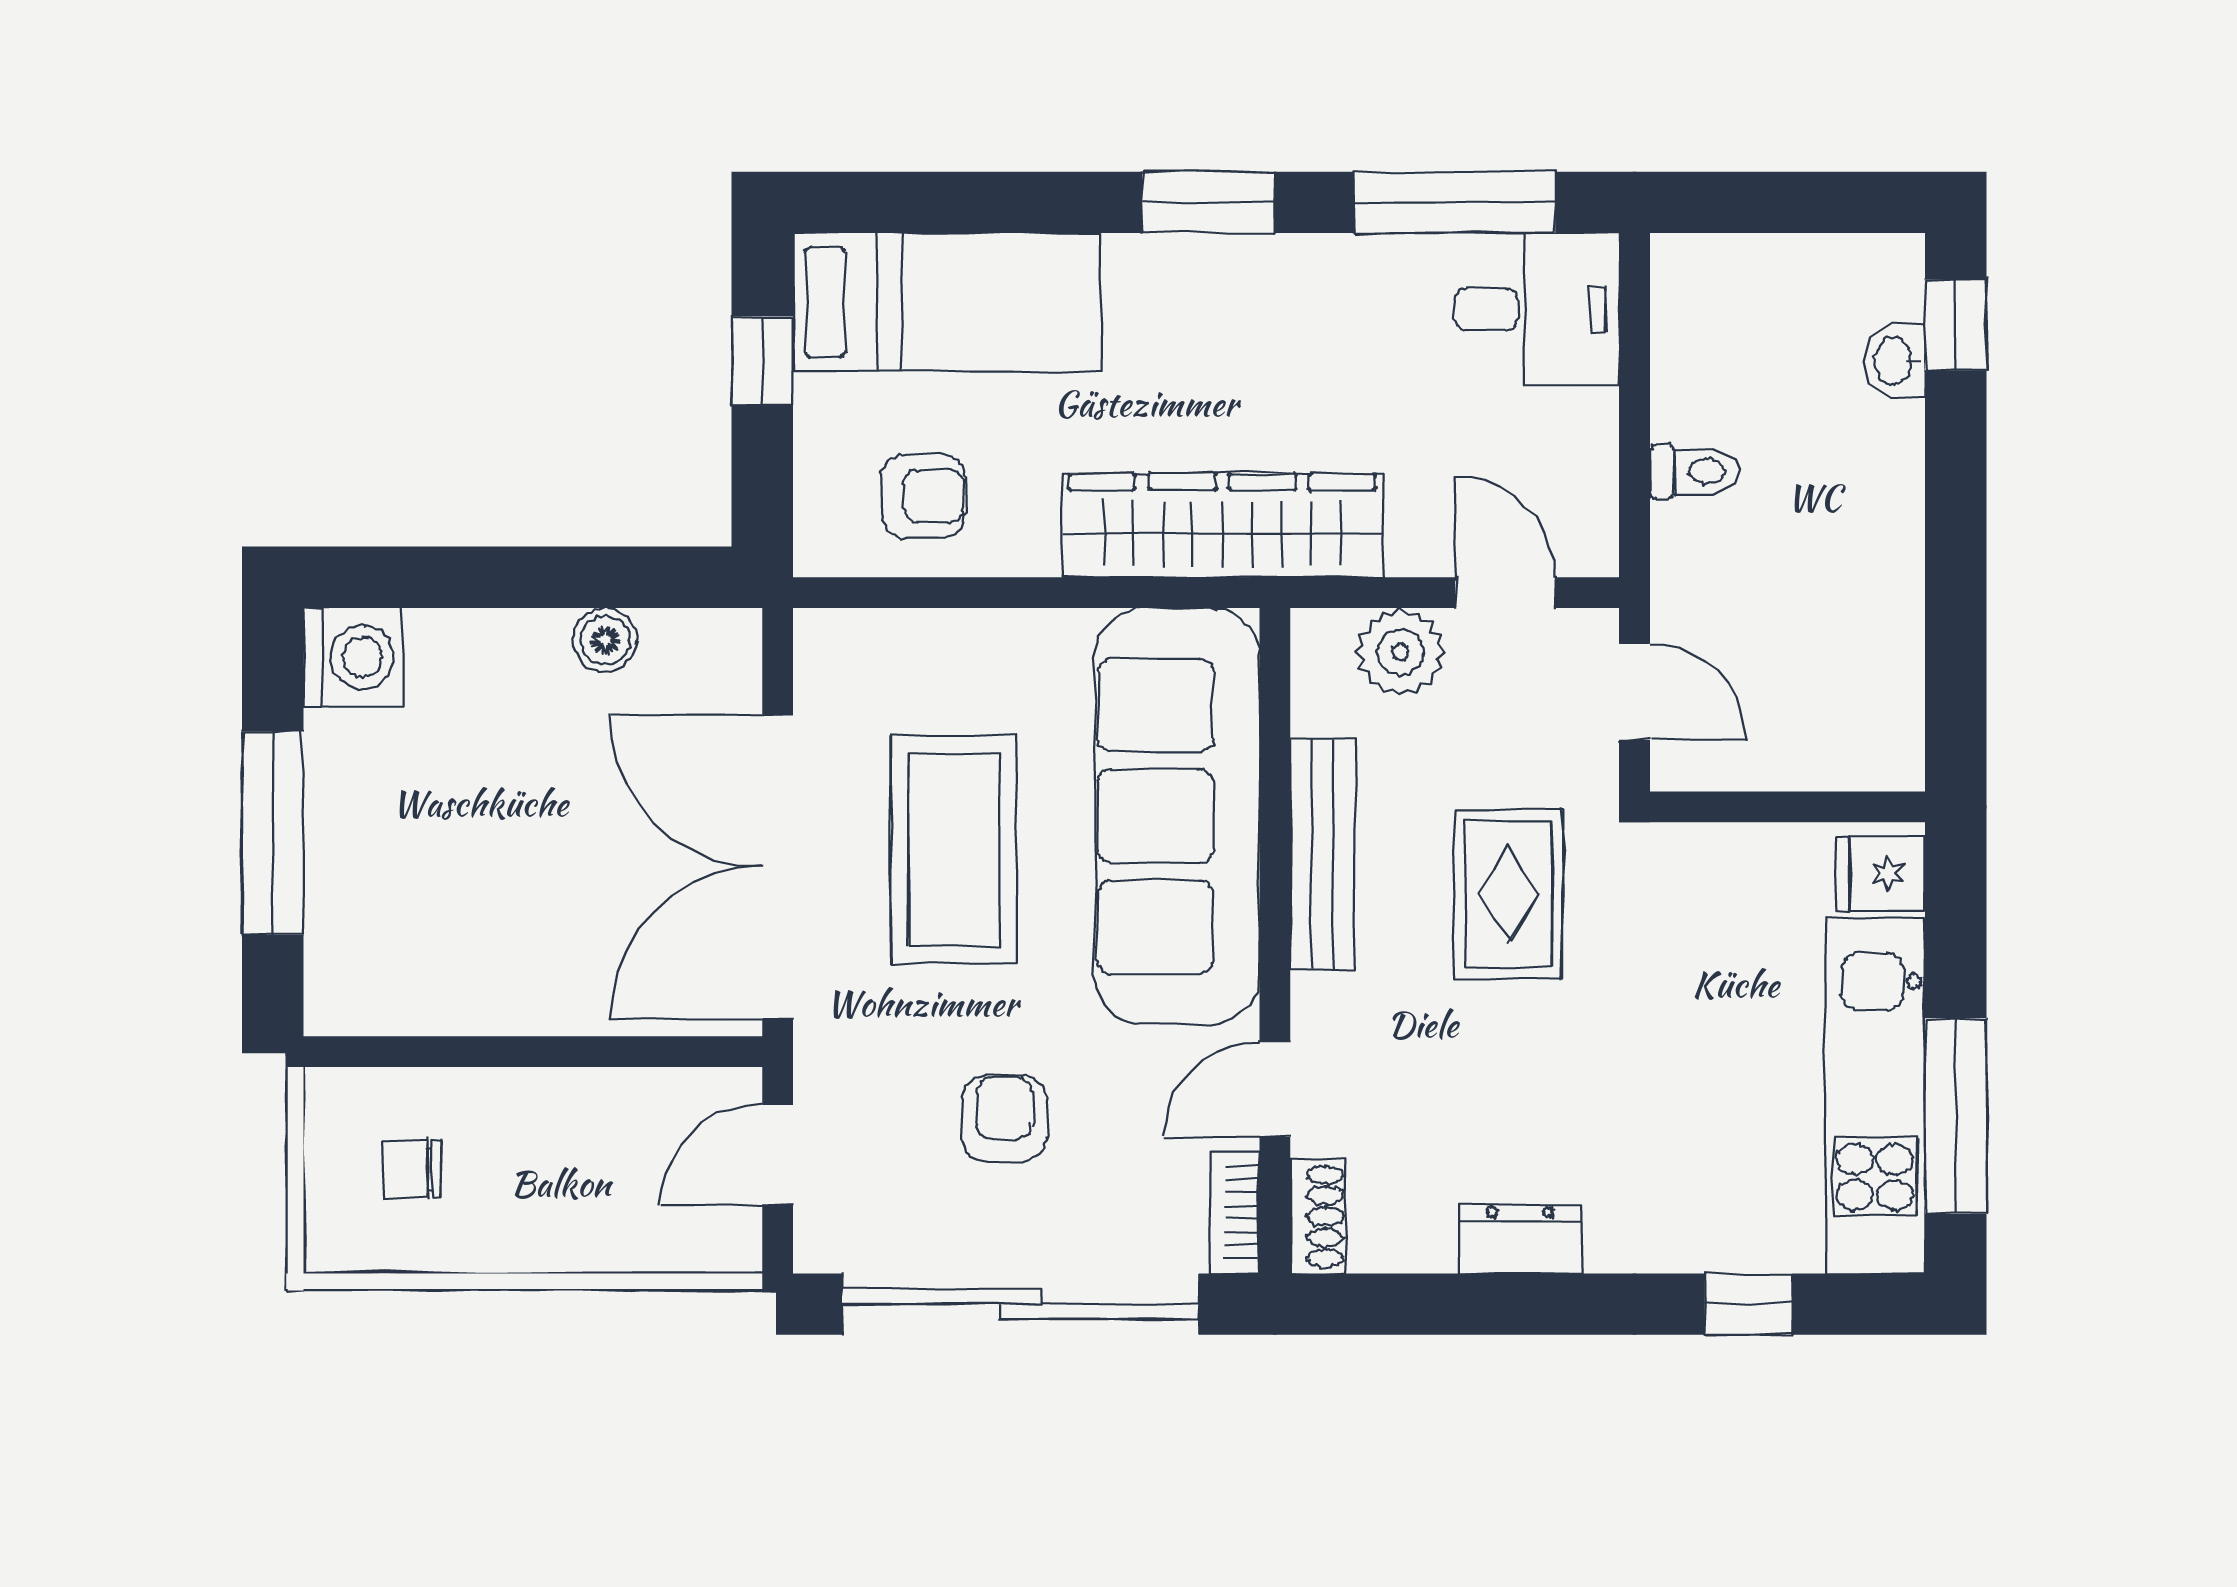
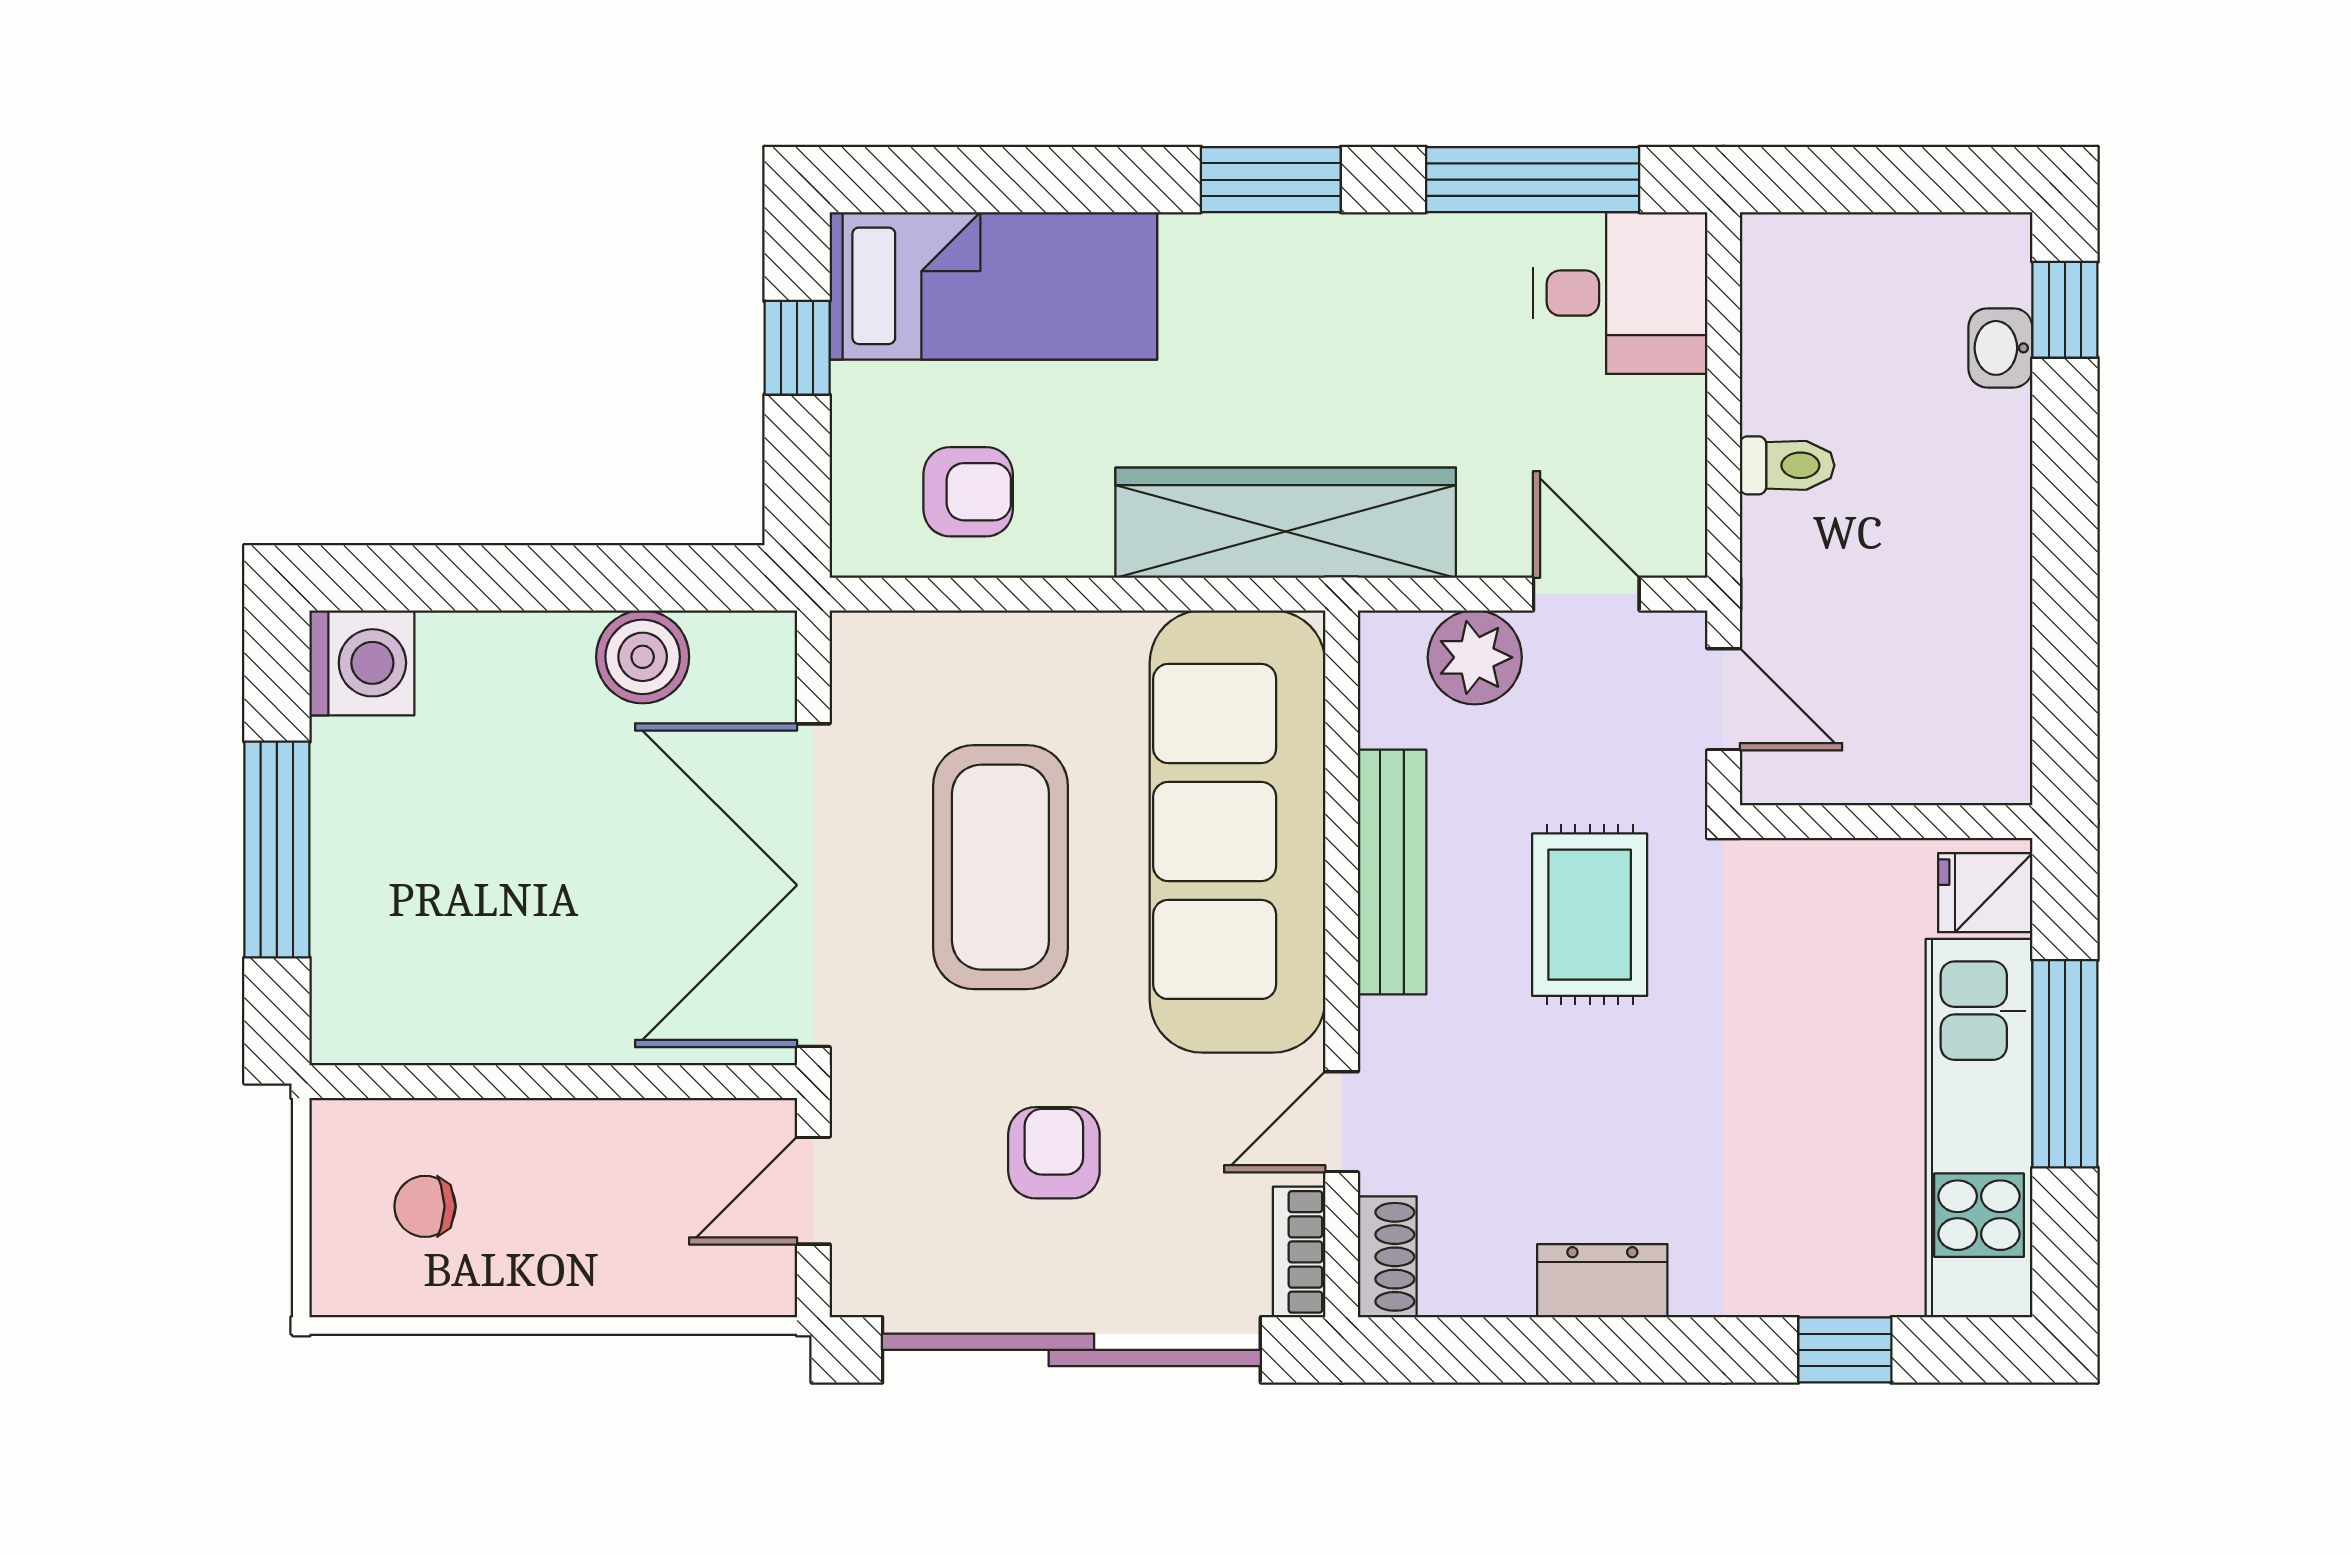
boiler: (605, 640) -> (643, 657), width x1.36, depth x1.36
window: (1956, 1116) -> (2065, 1064), moved

